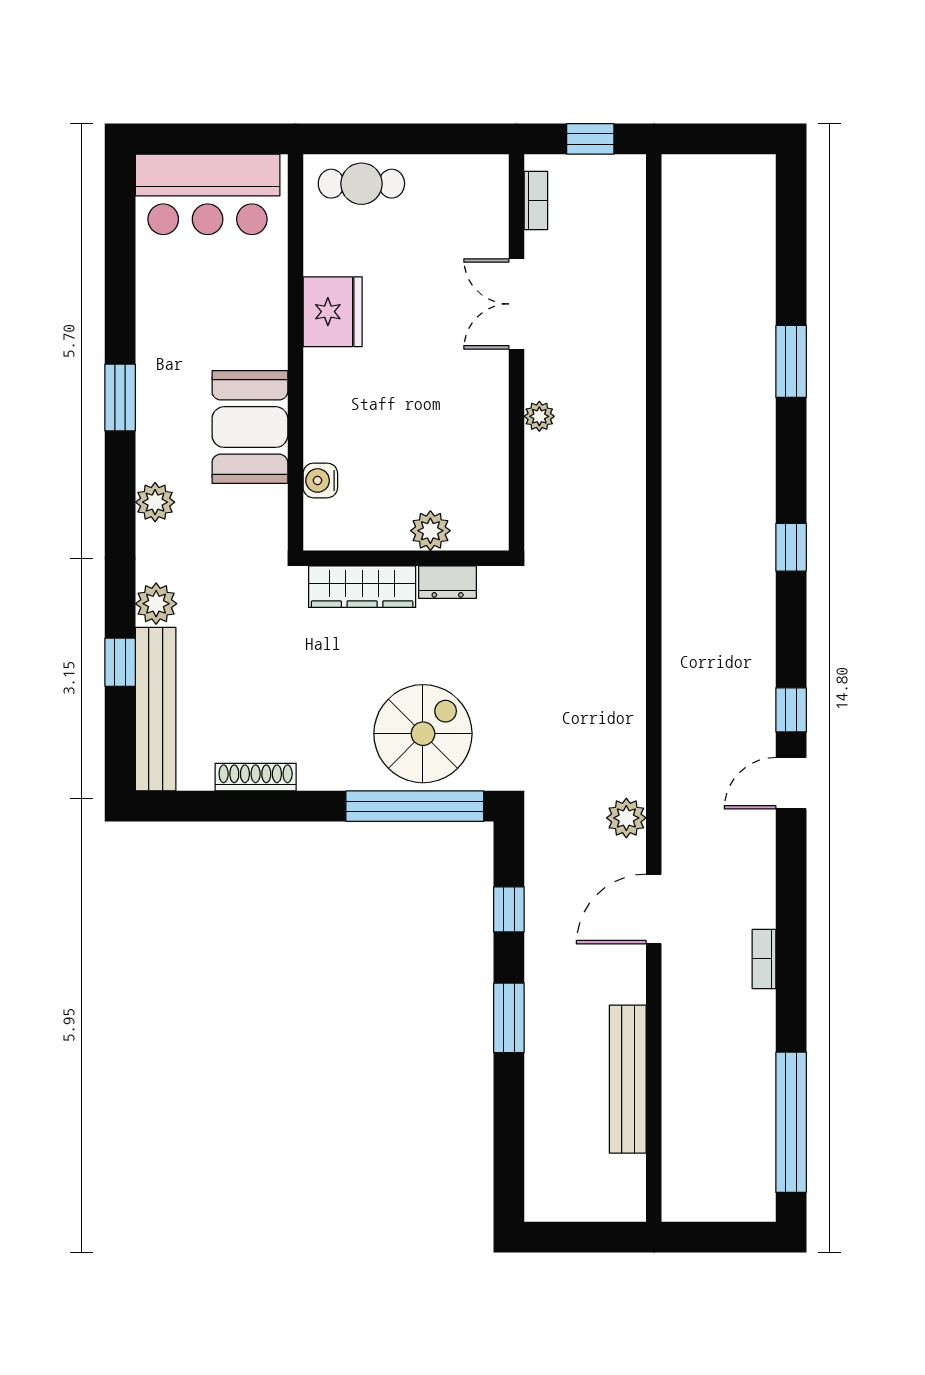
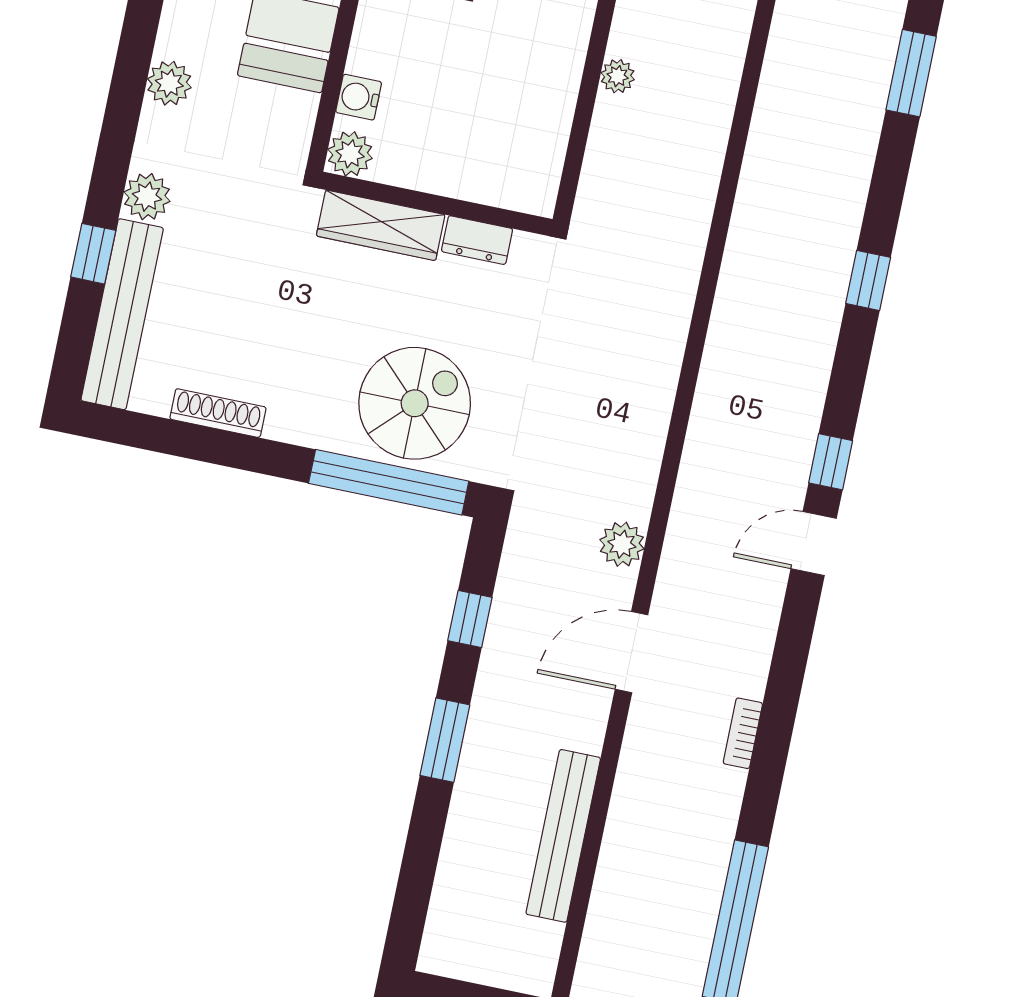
plant: (430, 531) -> (350, 154), moved

